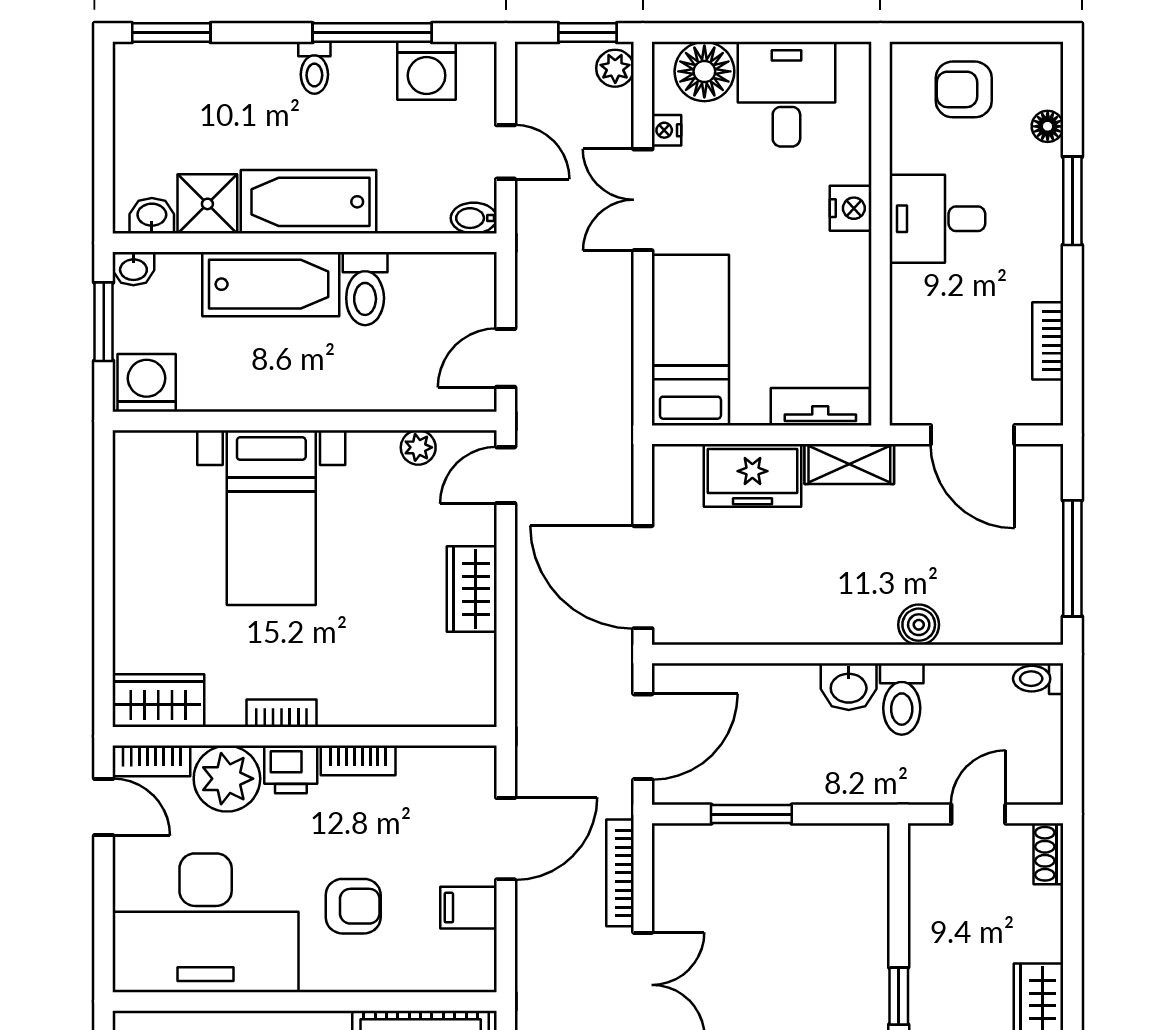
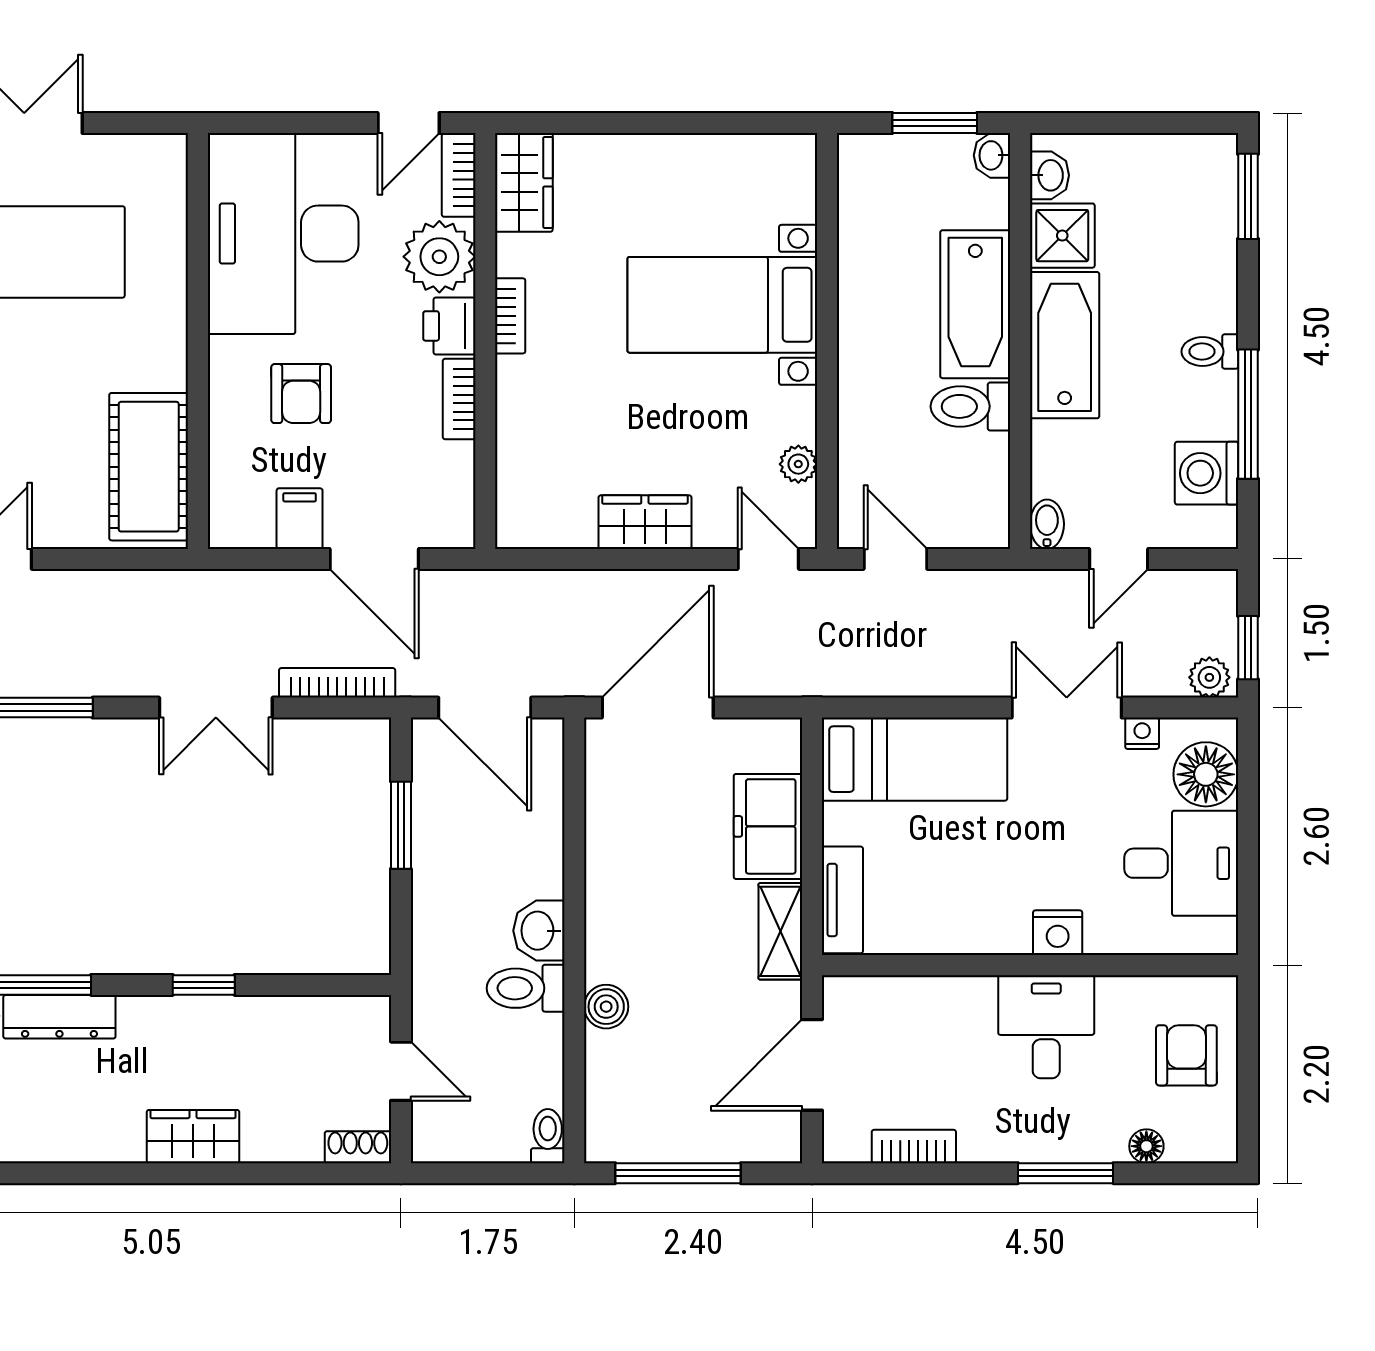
washing machine: (147, 383) -> (868, 170), removed

